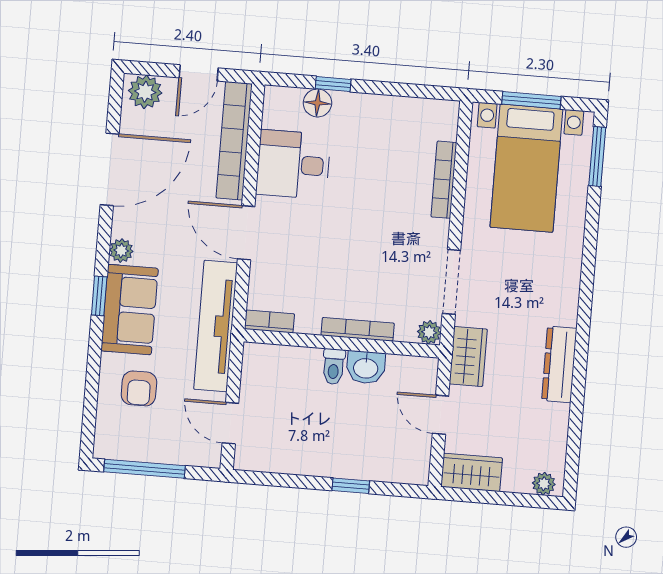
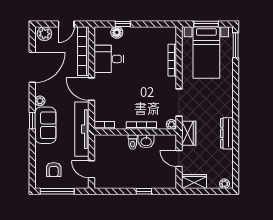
armchair: (139, 388) -> (54, 170), moved

